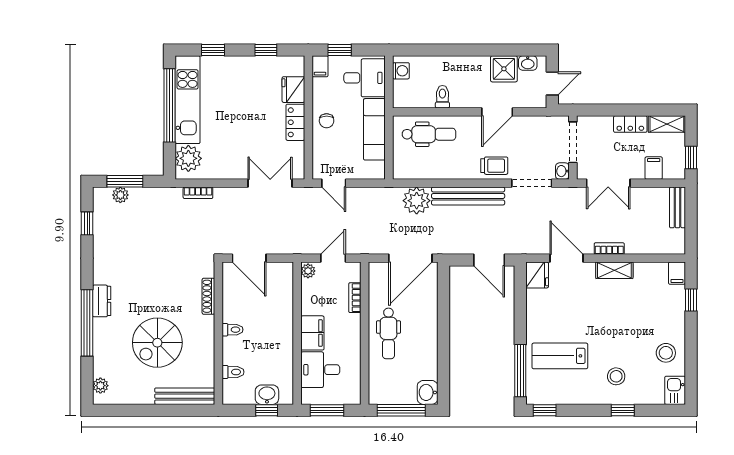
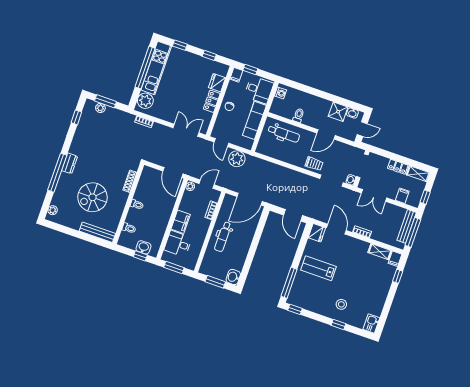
bench: (468, 196) -> (294, 176), removed
plant: (417, 201) -> (237, 159), moved
bench: (678, 207) -> (407, 226), width x1.36
window: (691, 221) -> (413, 232), added
door: (249, 258) -> (173, 172), moved
shelving: (614, 270) -> (380, 252), moved
stool: (666, 353) -> (373, 301), removed
lab bench: (560, 356) -> (318, 268), moved
window: (401, 410) -> (215, 282), width x0.69

